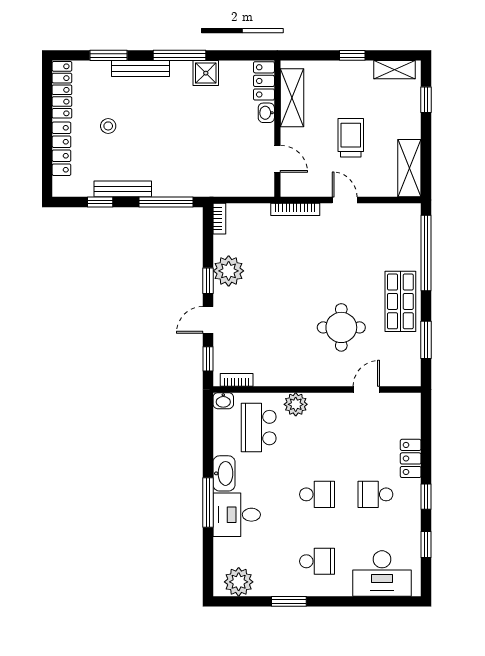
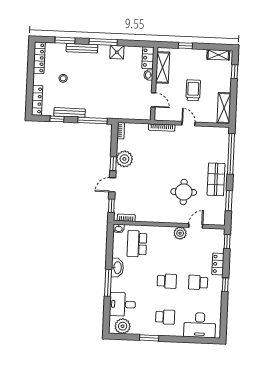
window: (352, 55) -> (185, 46), moved
locker: (61, 149) -> (37, 100), moved
plant: (296, 404) -> (180, 233), moved
desk: (237, 515) -> (123, 304), moved
window: (426, 545) -> (227, 242), moved

